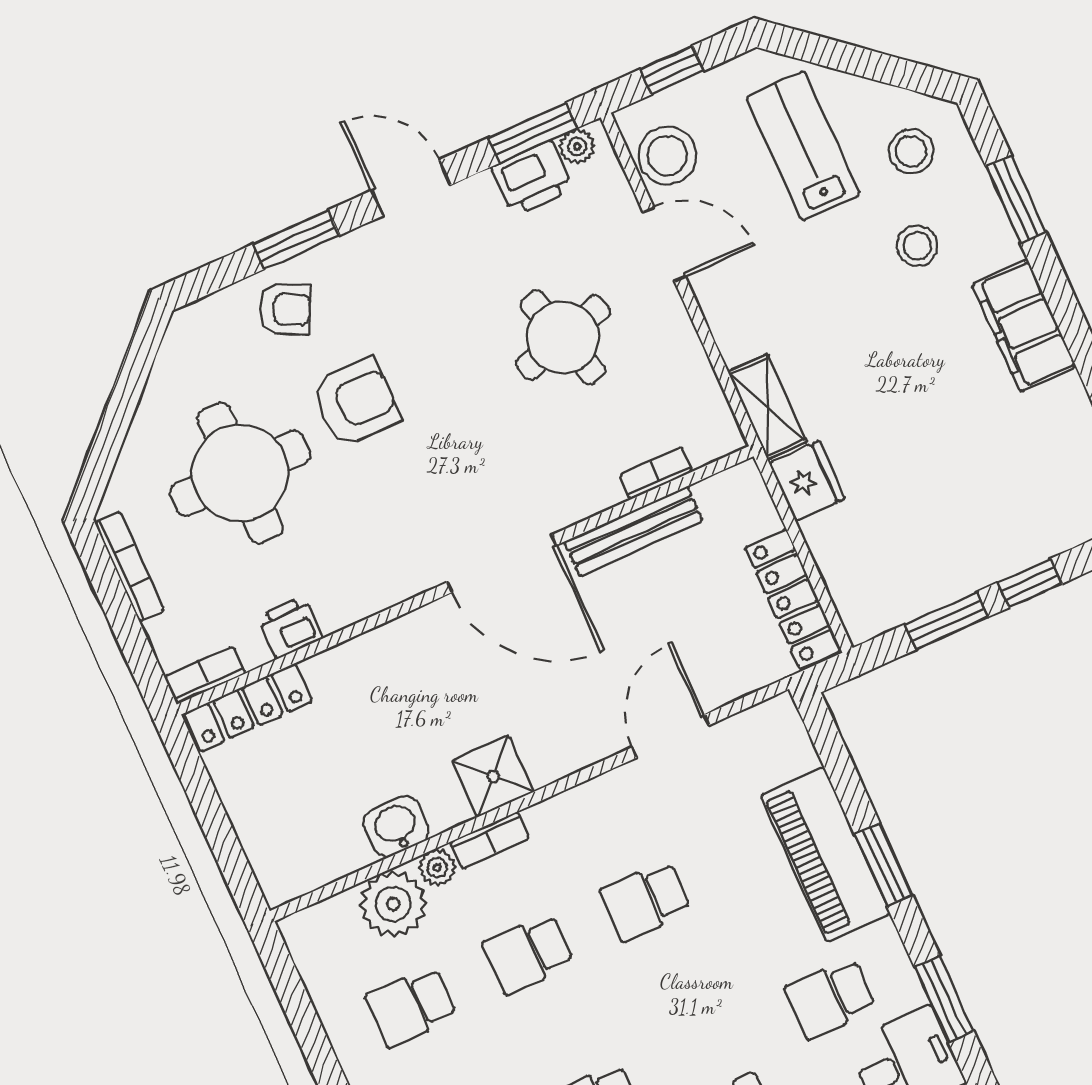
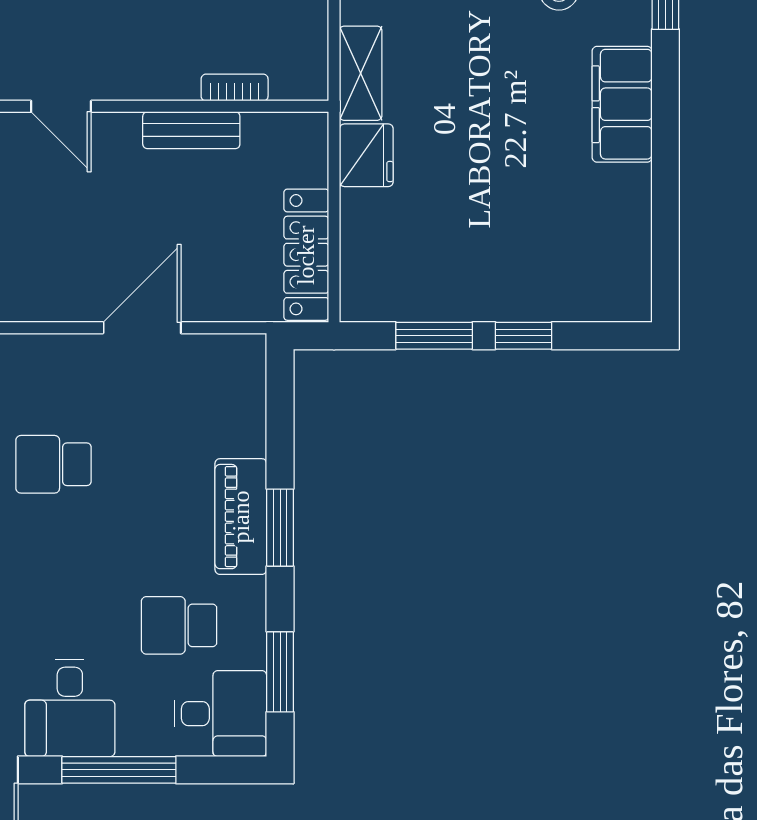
bench: (633, 531) -> (191, 130), width x0.73
door: (502, 564) -> (61, 106), width x0.53
piano: (825, 855) -> (241, 517), width x0.73, depth x0.75

